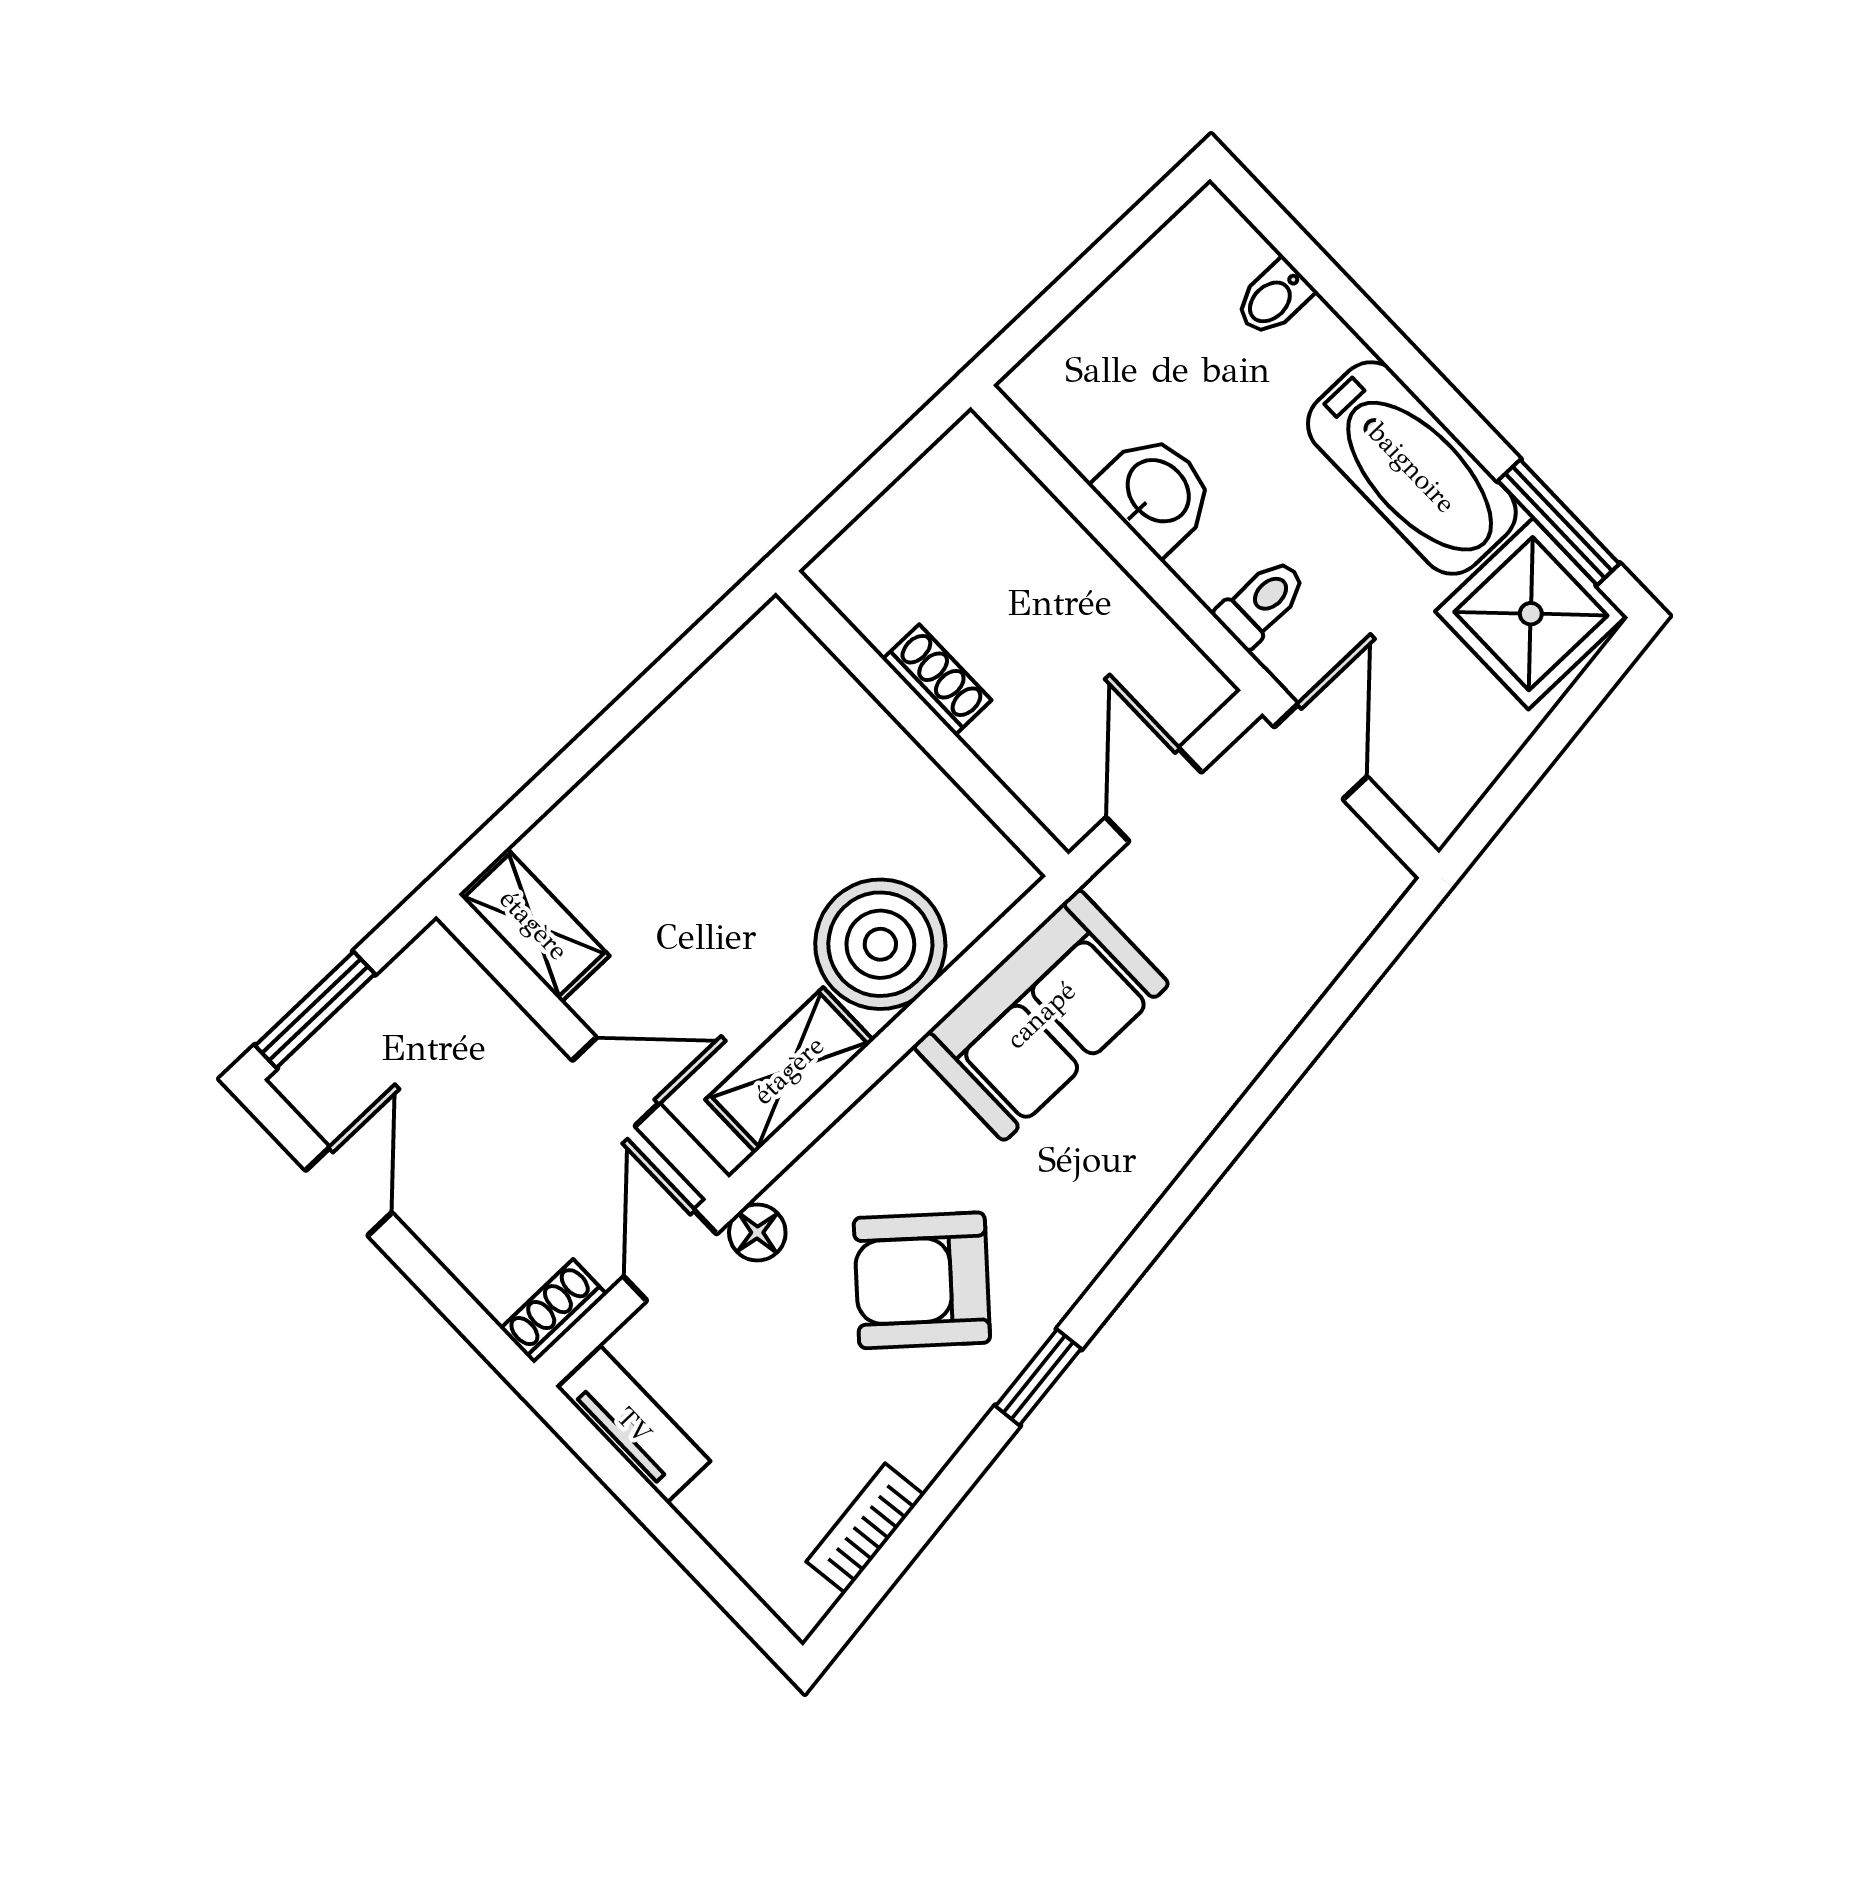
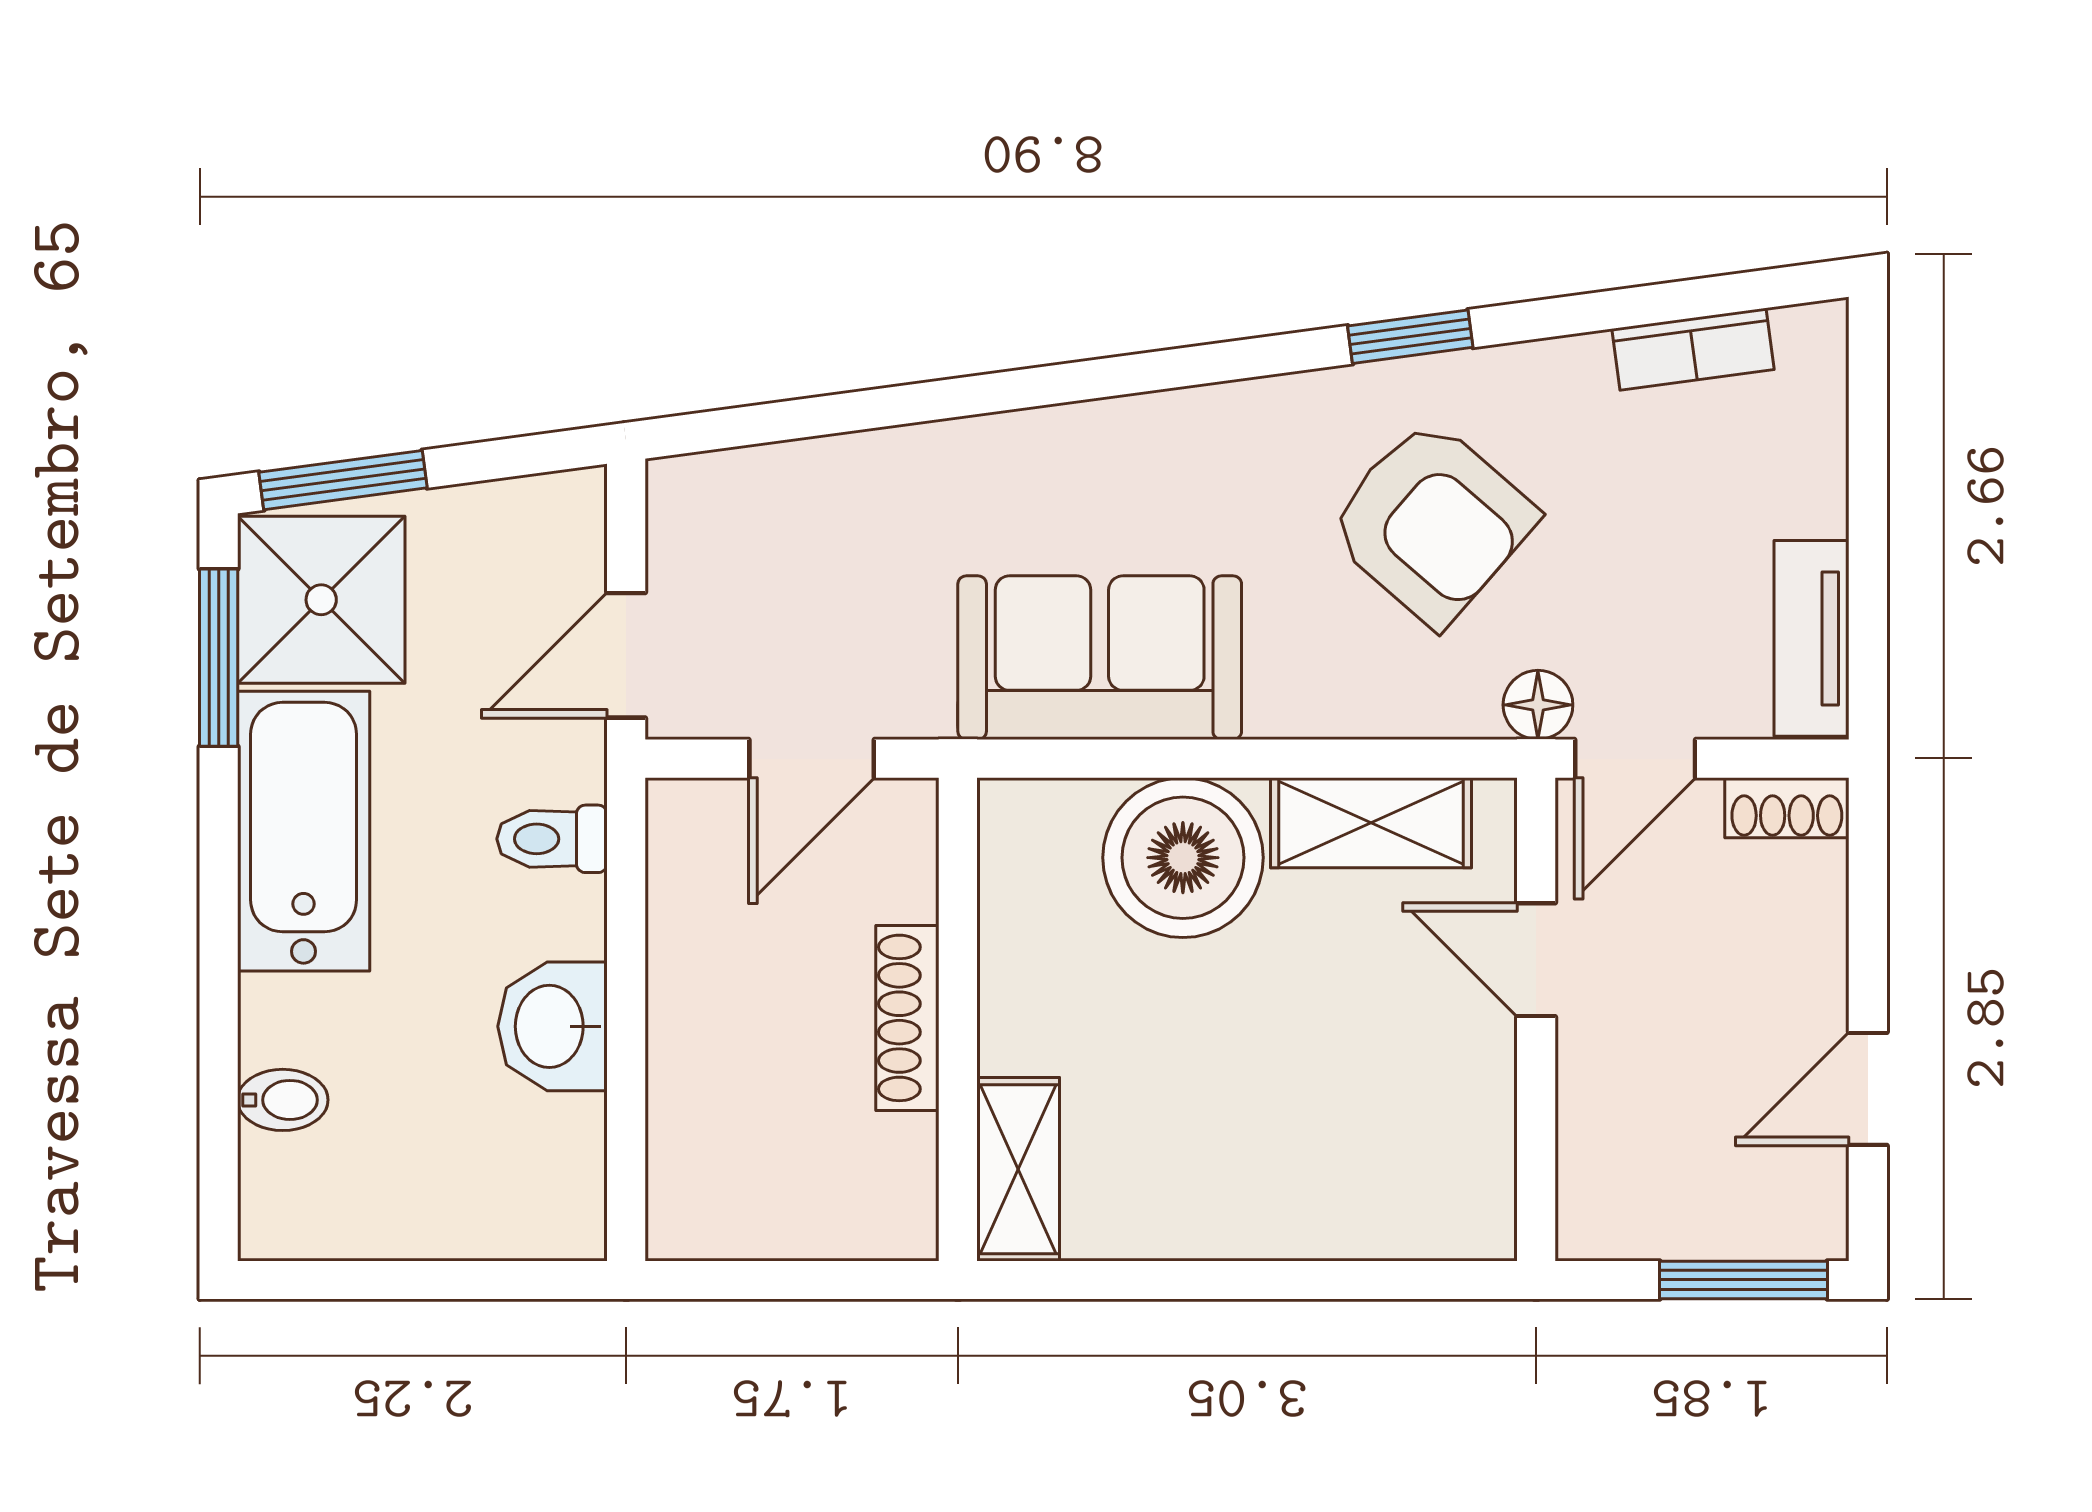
shoe rack: (937, 680) -> (907, 1018), width x1.43
window: (1585, 696) -> (343, 480), added
shelving: (534, 925) -> (1018, 1169), moved

